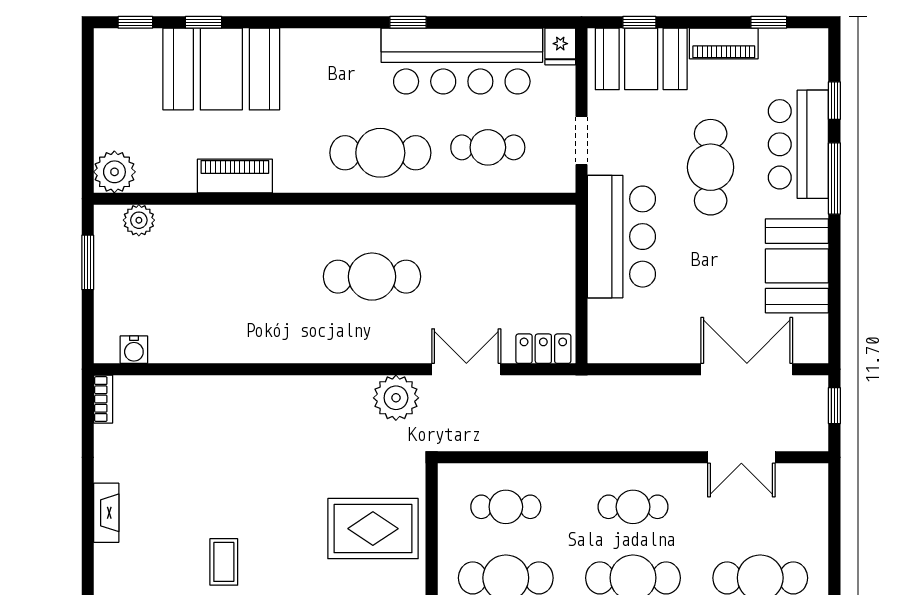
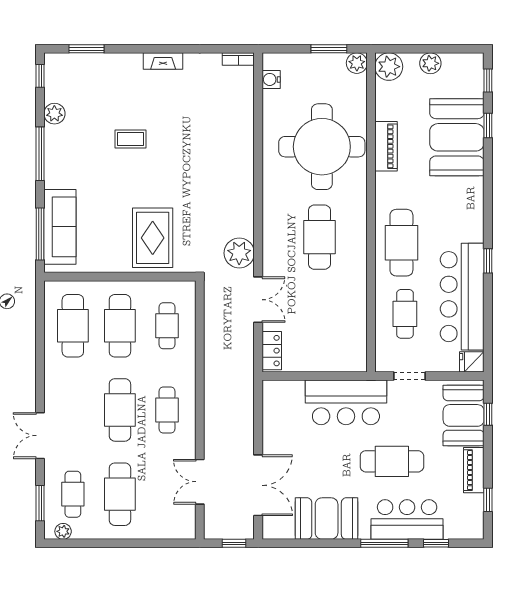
plant: (109, 109) -> (430, 63), added
plant: (139, 220) -> (357, 63), moved
round table: (235, 273) -> (322, 147), added

